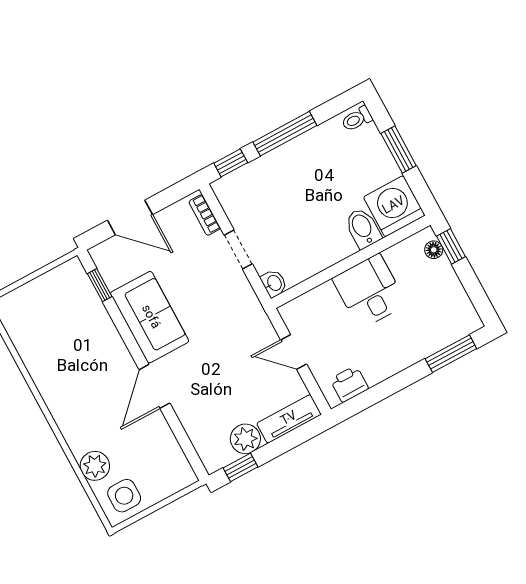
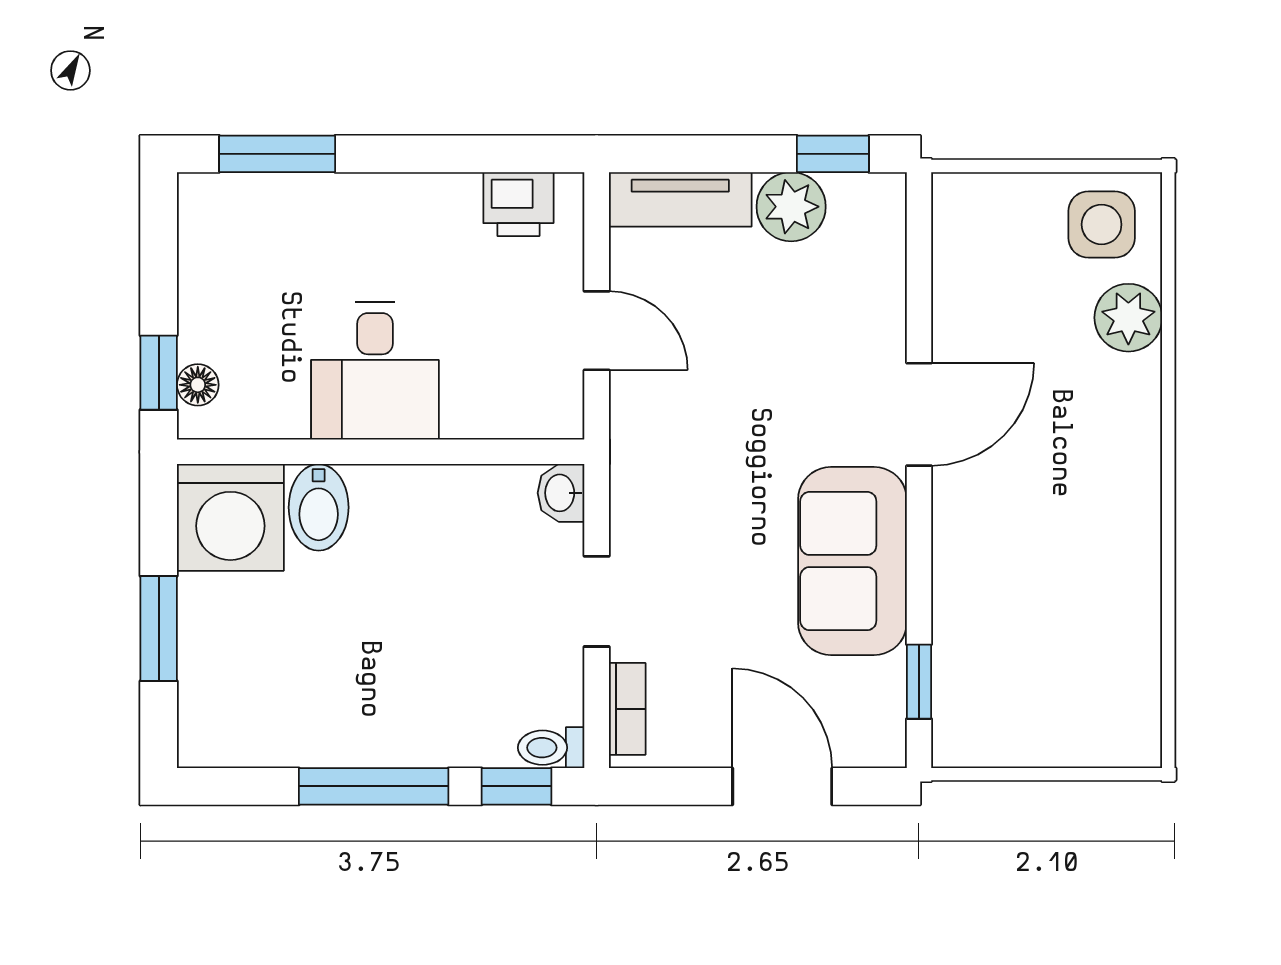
toilet: (357, 119) -> (551, 748), moved, turned 180

